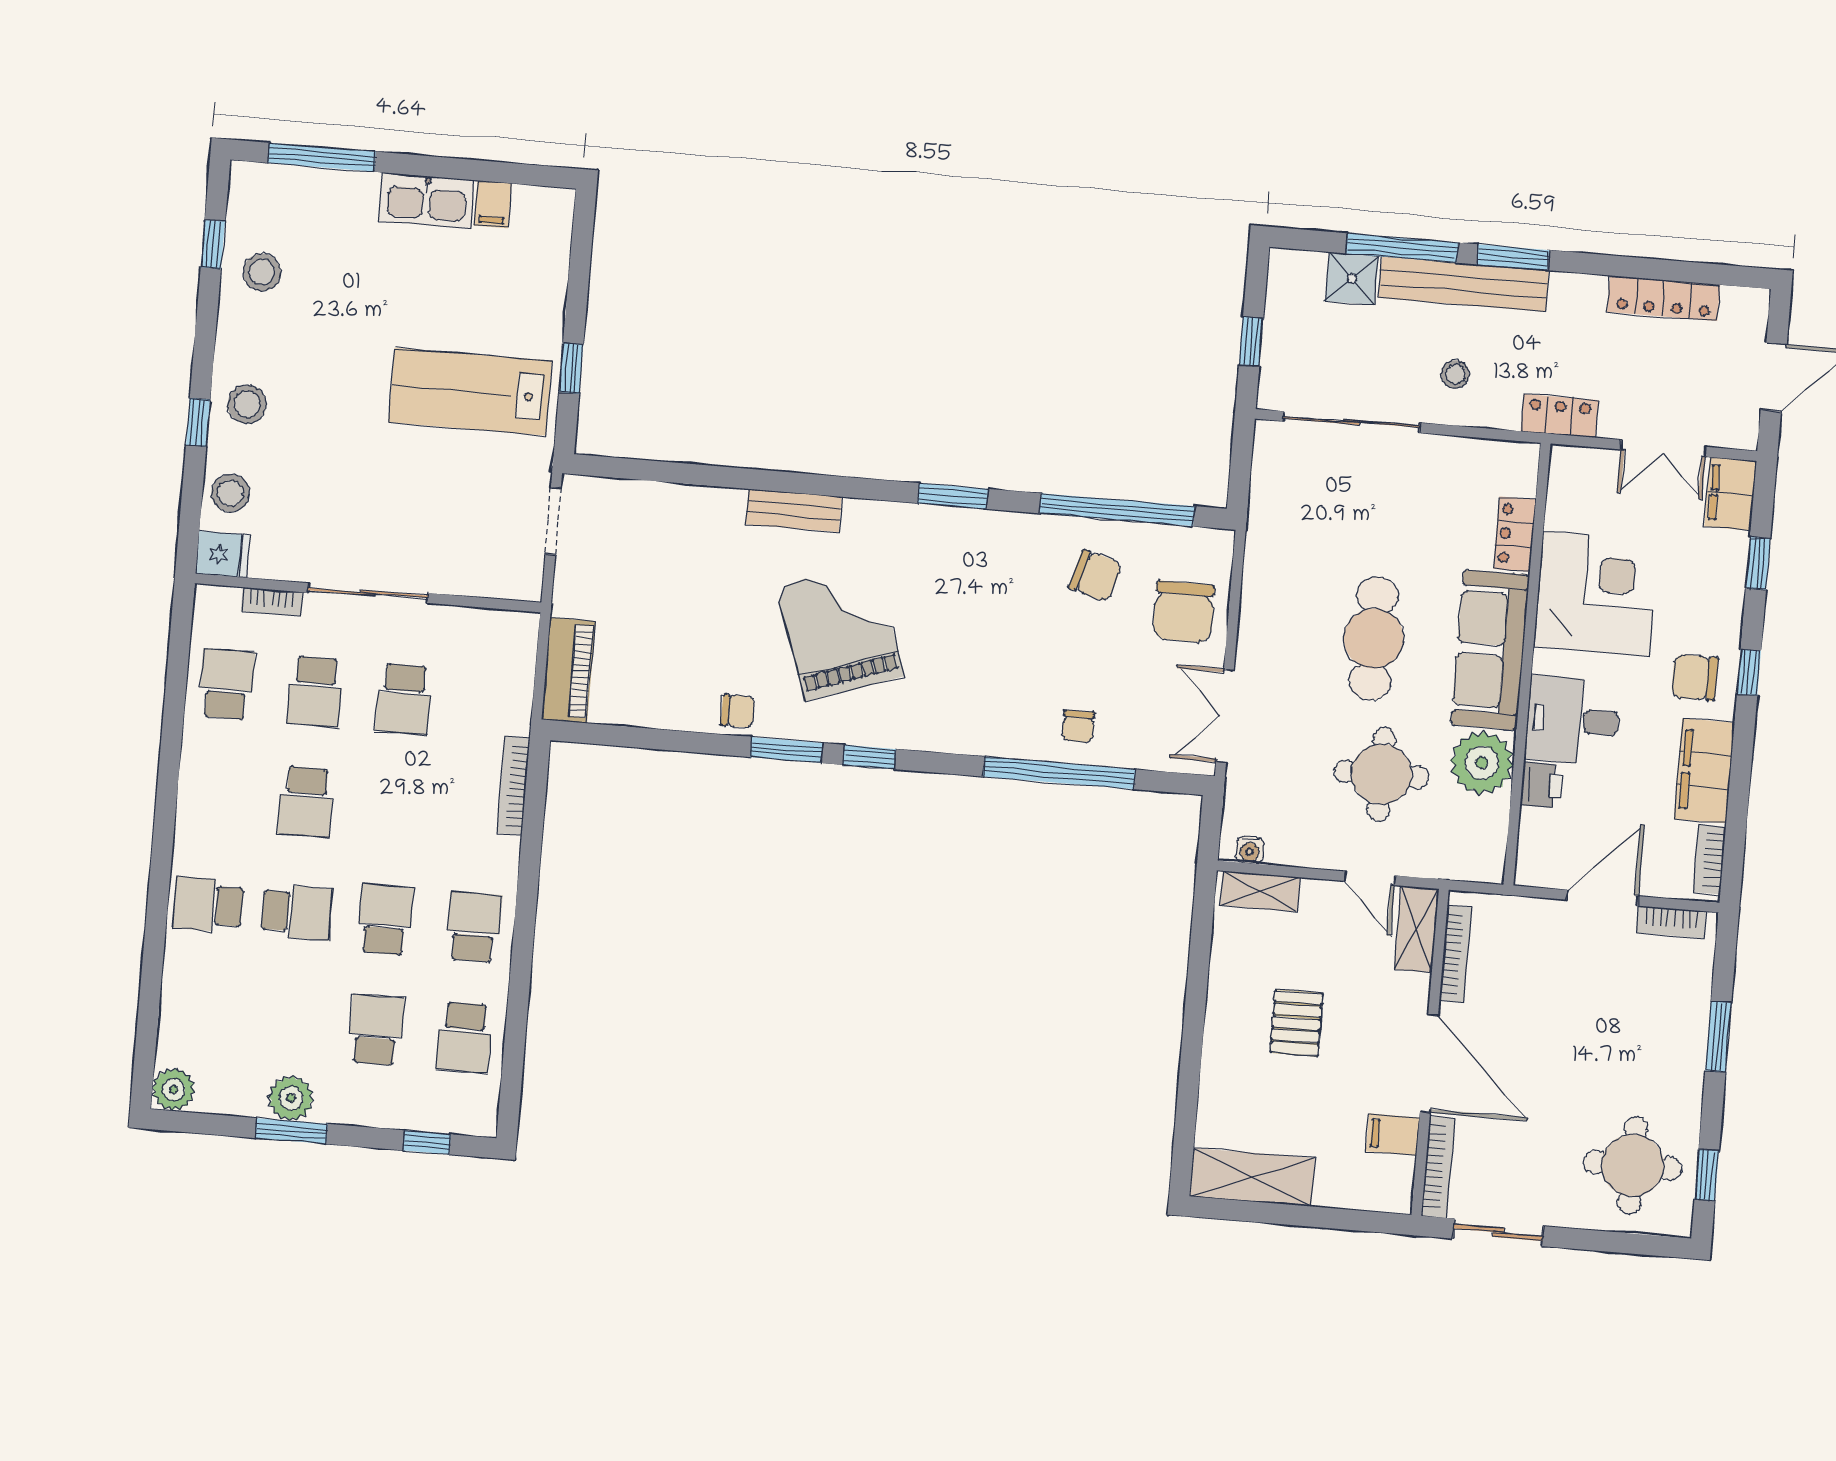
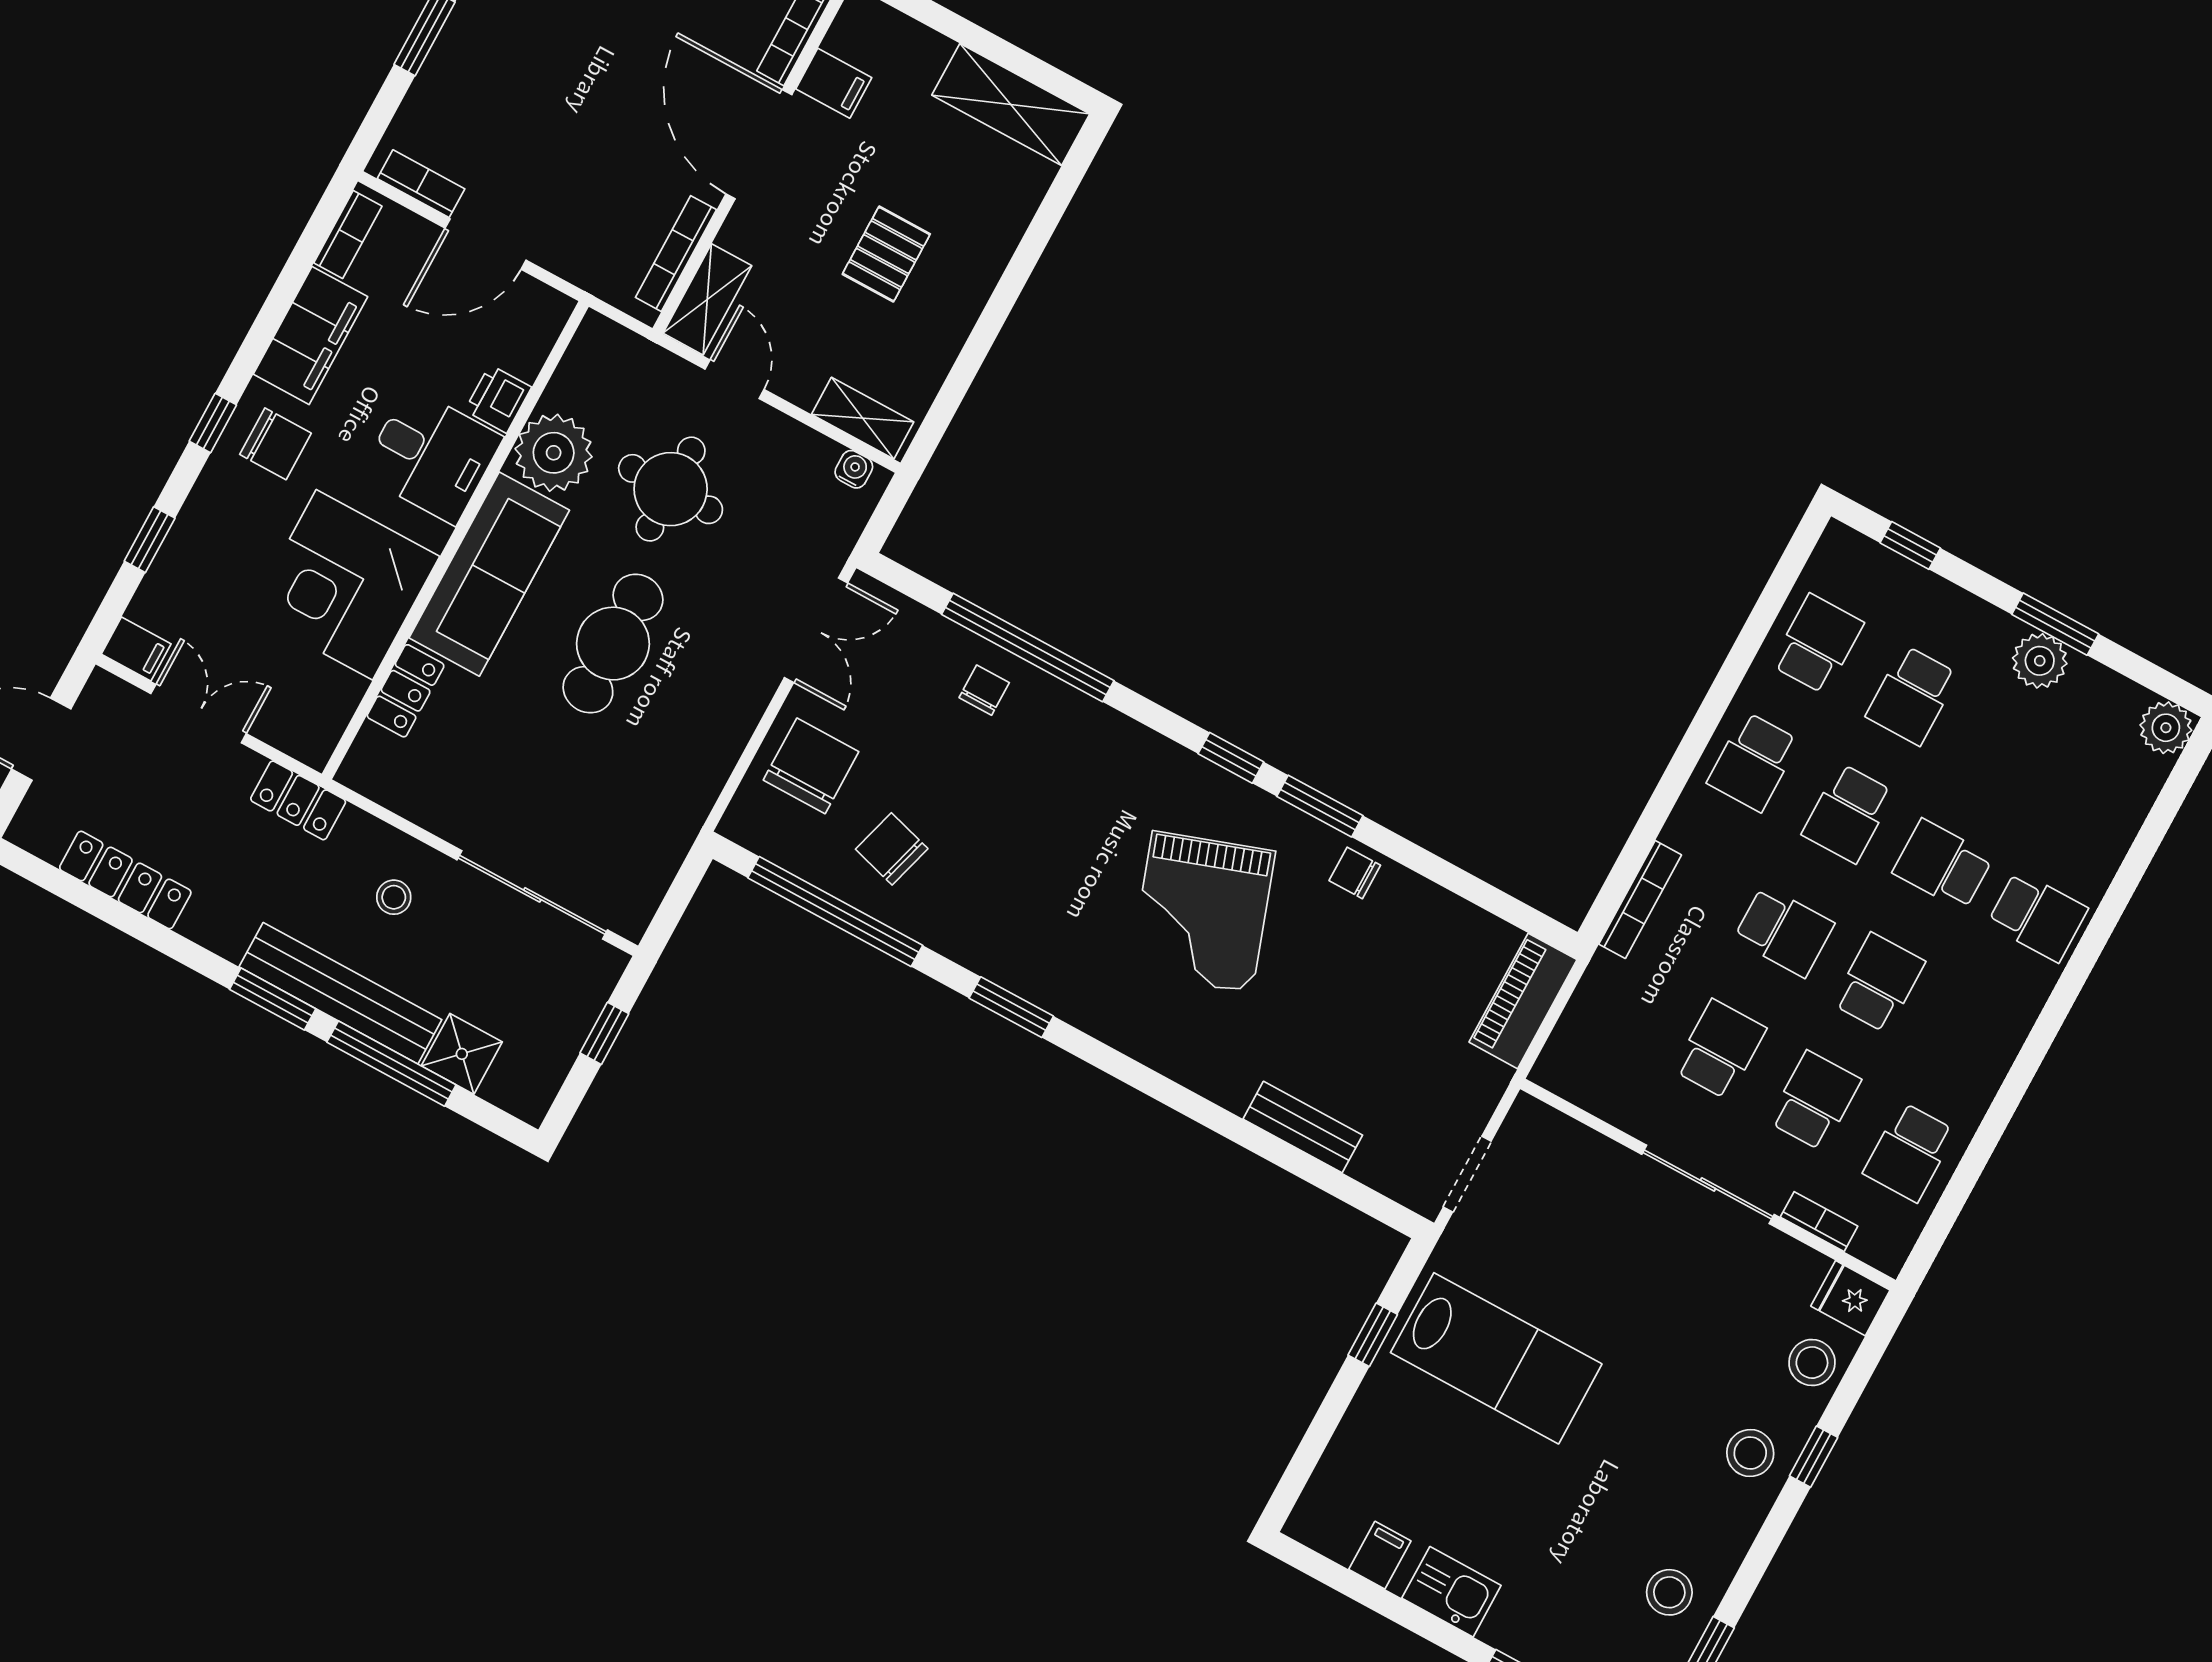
kitchen sink: (427, 200) -> (1451, 1592), width x0.73
filing cabinet: (1730, 494) -> (136, 649), width x0.50
bench: (794, 511) -> (1303, 1127), moved
school desk: (394, 809) -> (1784, 931), added

